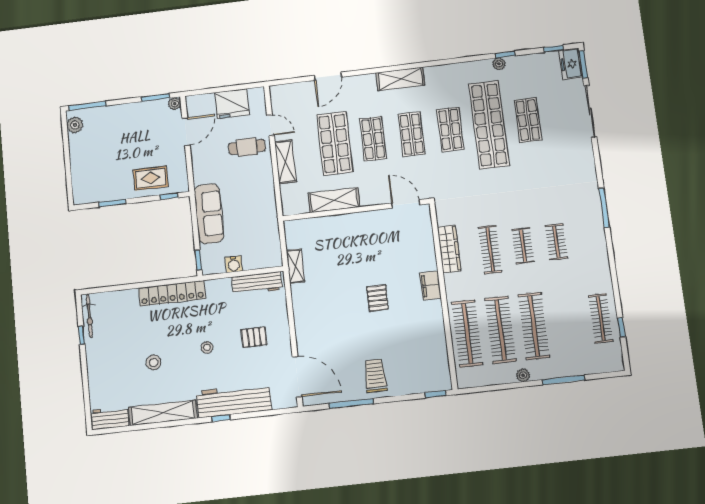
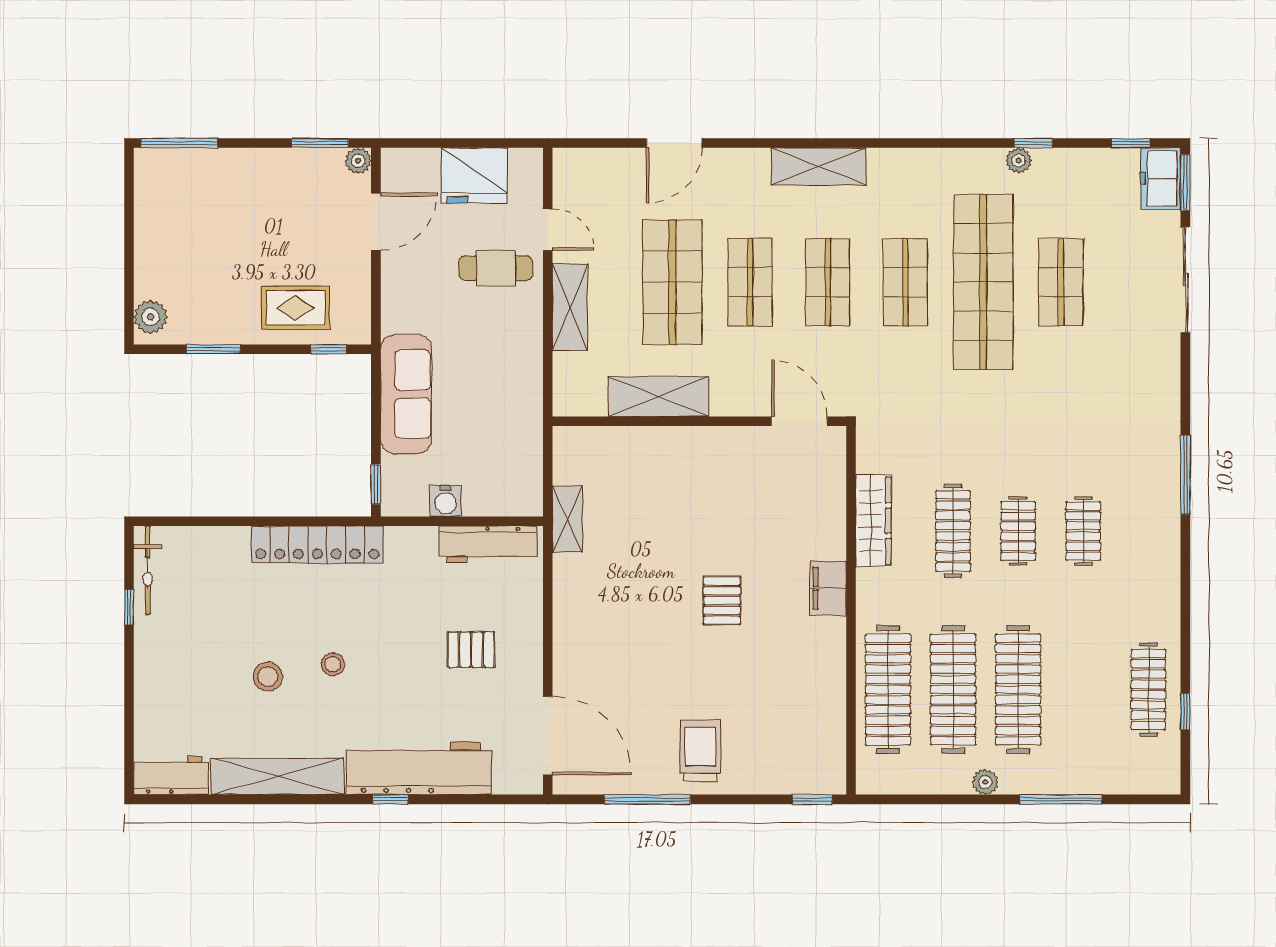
plant: (75, 125) -> (151, 317), moved
stool: (207, 347) -> (333, 664), moved

